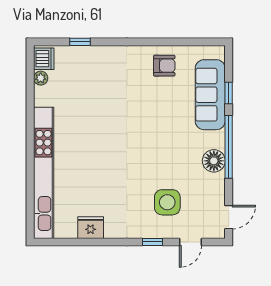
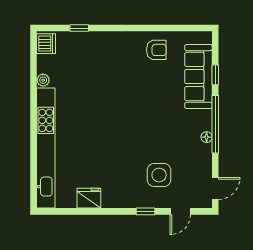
plant: (41, 78) -> (43, 80), moved
floor lamp: (214, 161) -> (207, 137), width x0.53, depth x0.53

